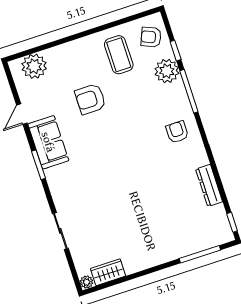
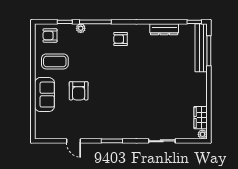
armchair: (151, 37) -> (50, 36), turned 67
plant: (34, 66) -> (44, 122), removed
plant: (167, 71) -> (81, 28), width x0.53, depth x0.53
sofa: (48, 142) -> (45, 95), moved, turned 90
bench: (201, 243) -> (201, 48), added

